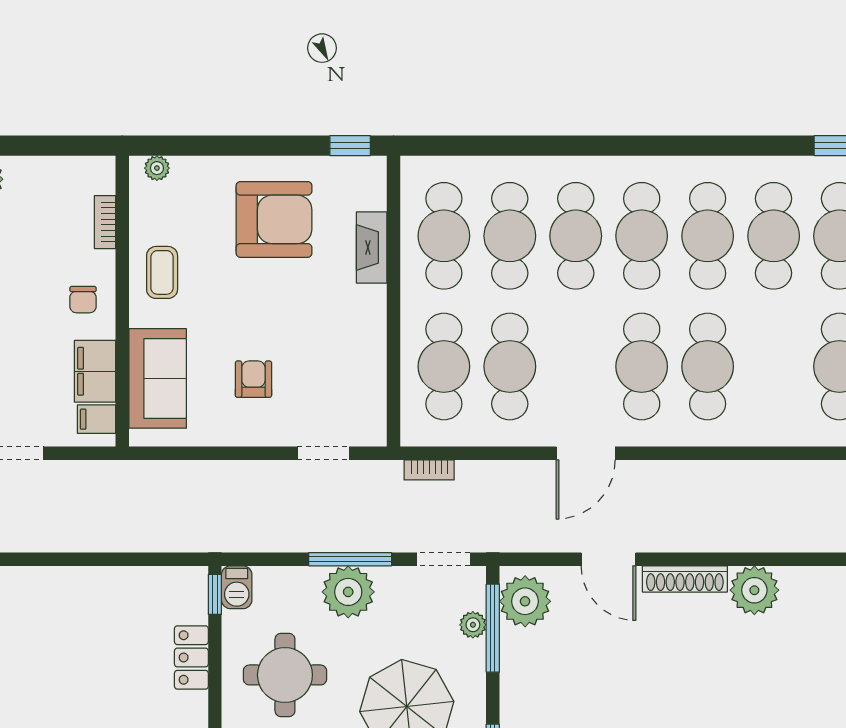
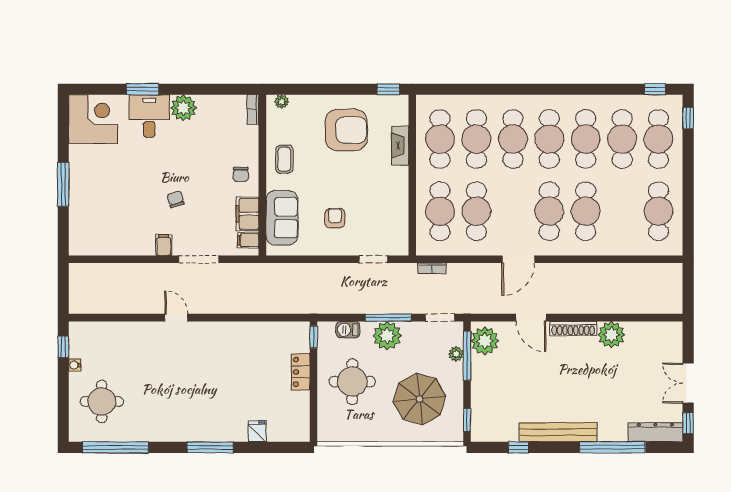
bookcase: (105, 222) -> (253, 109), moved
barbecue: (237, 587) -> (348, 330), moved, turned 90

